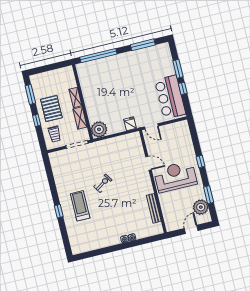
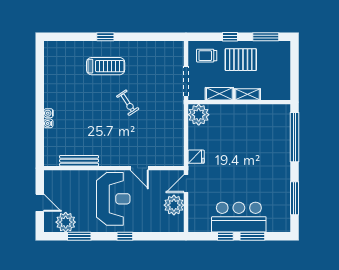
bar counter: (170, 97) -> (239, 217), moved
plant: (169, 131) -> (174, 205), added
door: (148, 163) -> (139, 168), hinge flipped

